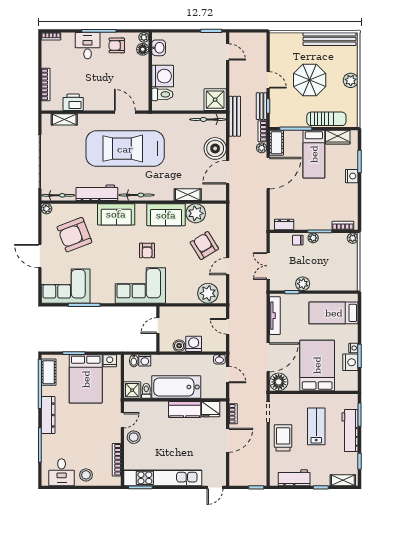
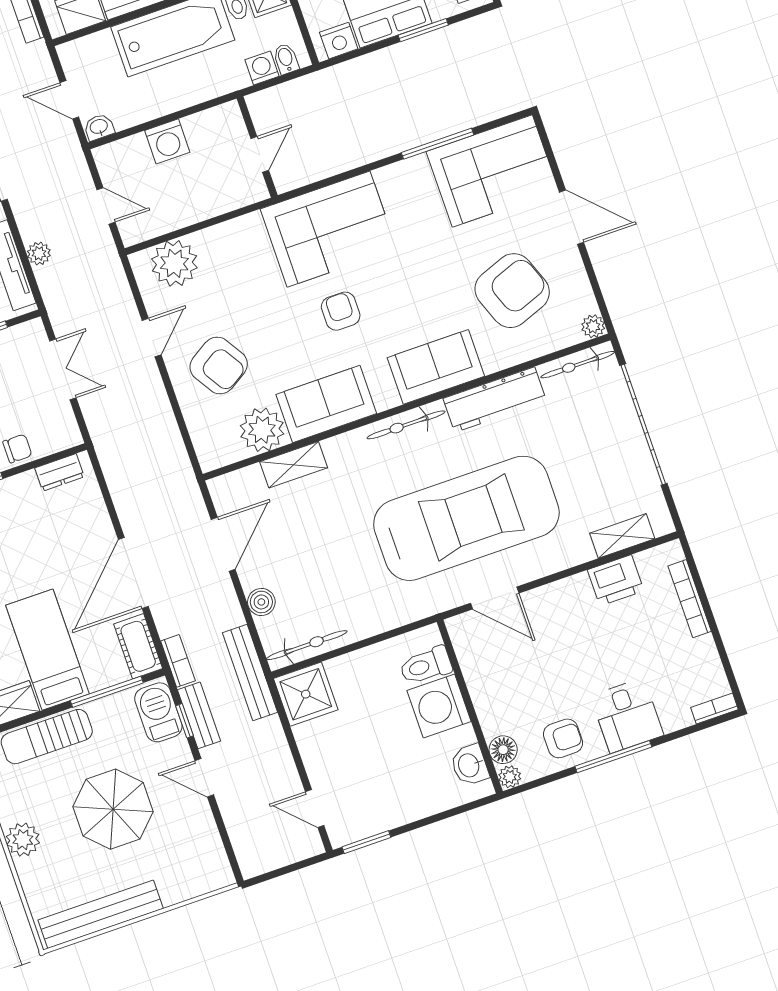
barbecue: (278, 113) -> (158, 712), added
boiler: (215, 148) -> (261, 602), width x0.54, depth x0.54
plant: (262, 148) -> (39, 253), moved
boiler: (179, 346) -> (198, 126), removed

